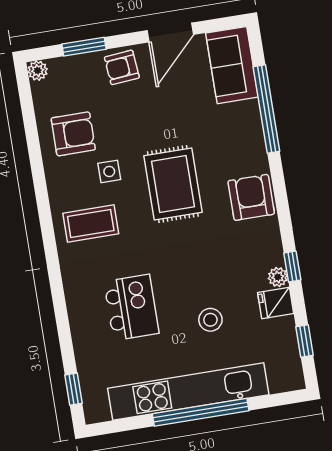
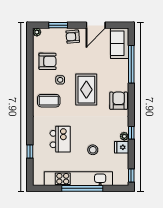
window: (304, 341) -> (131, 175), moved
window: (73, 389) -> (30, 151), moved

